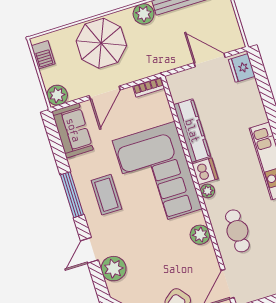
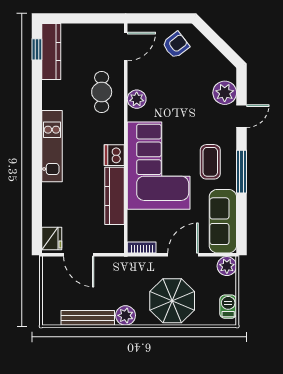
sofa: (73, 130) -> (223, 221), width x1.36
plant: (208, 191) -> (117, 137), removed

